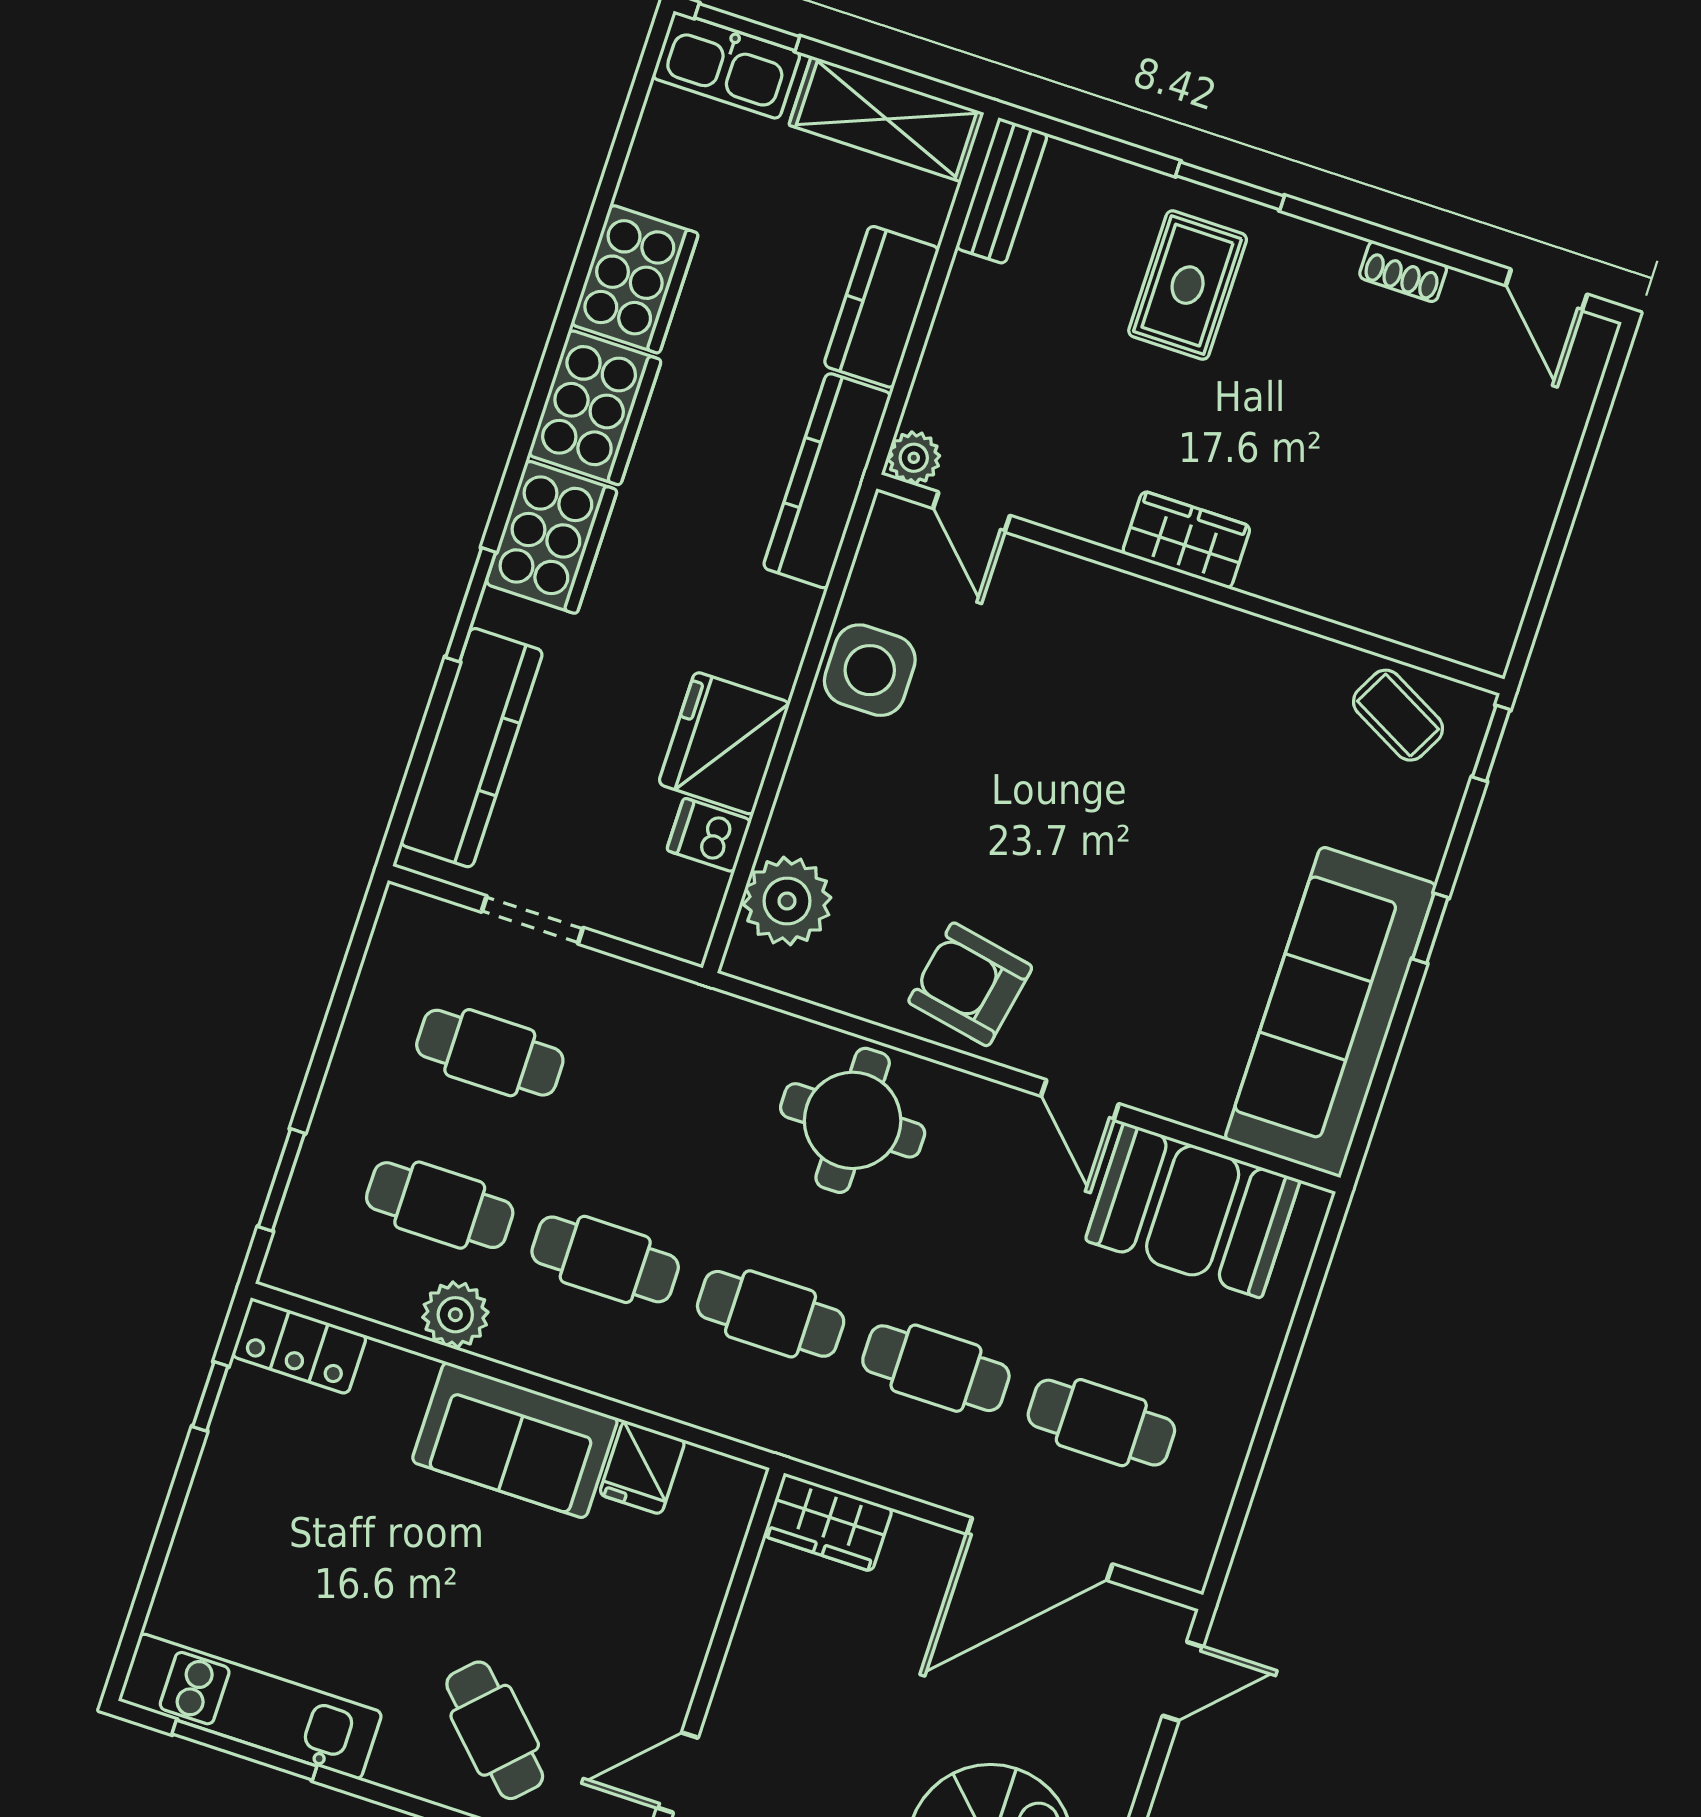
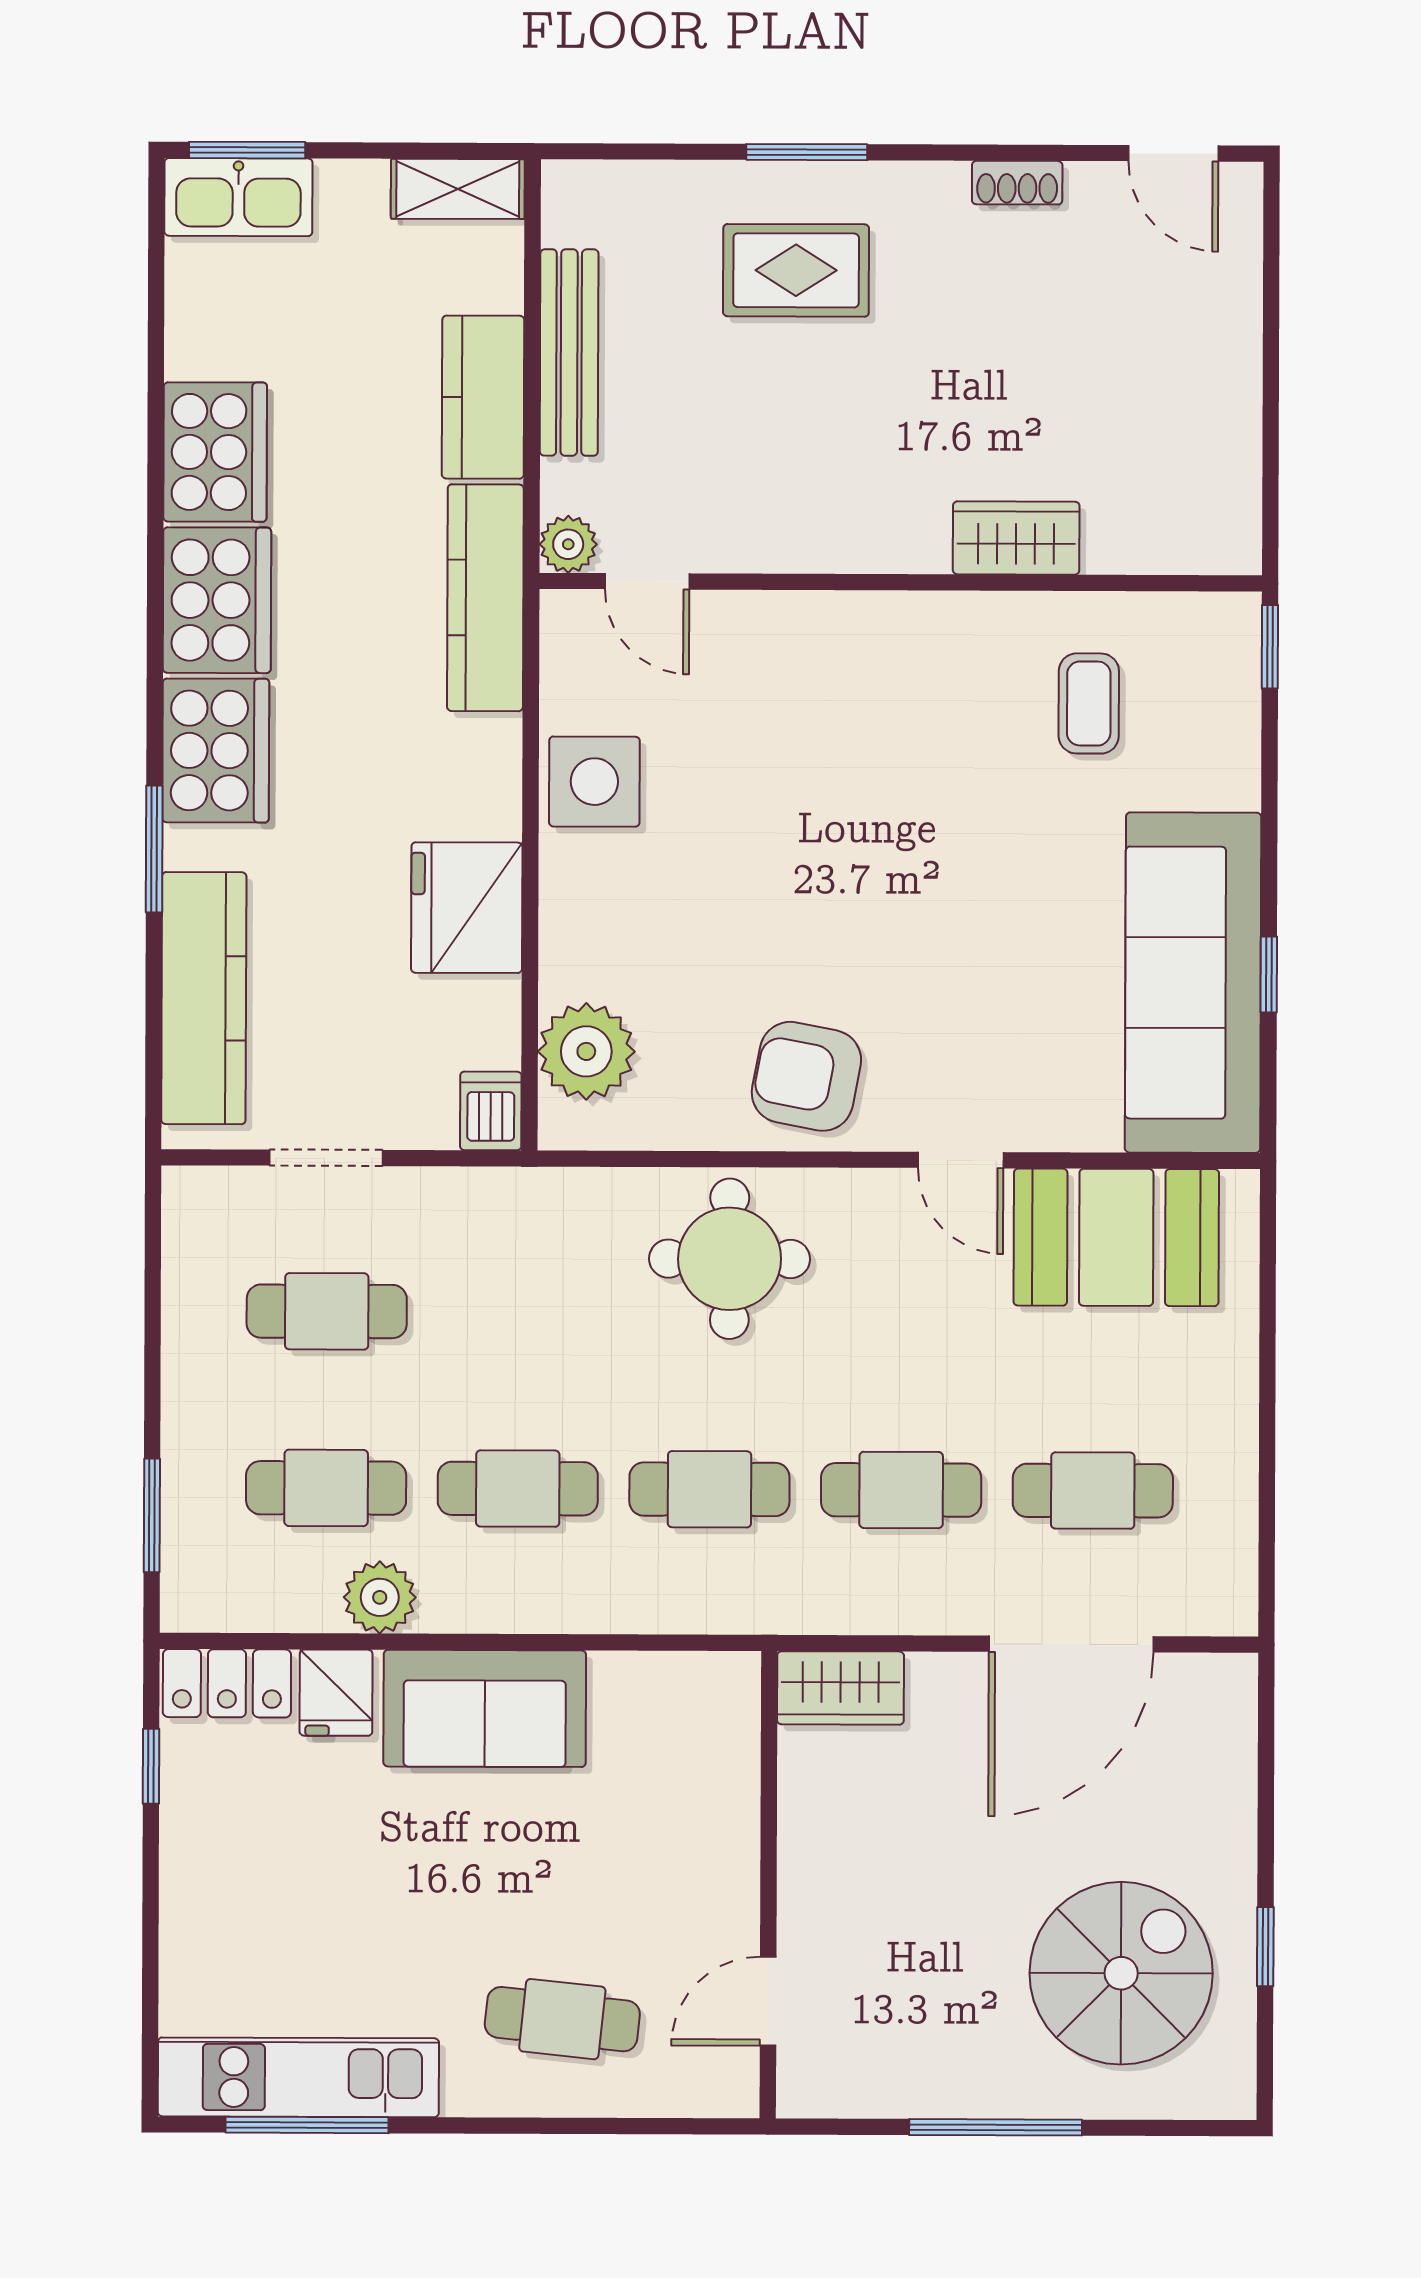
shelving: (886, 119) -> (458, 189), width x0.67, depth x0.75
bench: (1002, 191) -> (569, 352), moved, width x1.36
rug: (1188, 285) -> (796, 270), turned 90
wardrobe: (1186, 540) -> (1016, 538), moved
coffee table: (1398, 715) -> (1089, 703), moved, turned 62
dishwasher: (709, 835) -> (491, 1111), moved, turned 90
window: (1430, 928) -> (1269, 974), moved
fridge: (642, 1467) -> (336, 1693), moved
door: (1183, 1681) -> (1266, 1734), removed
cafe table: (495, 1730) -> (562, 2019), turned -39

